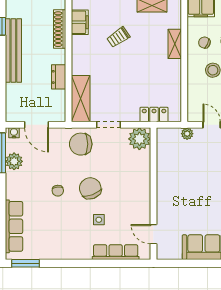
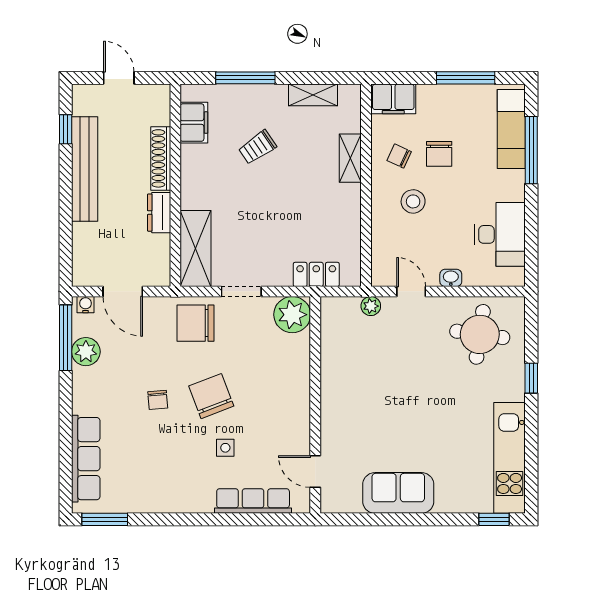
shoe rack: (60, 29) -> (161, 158), moved

